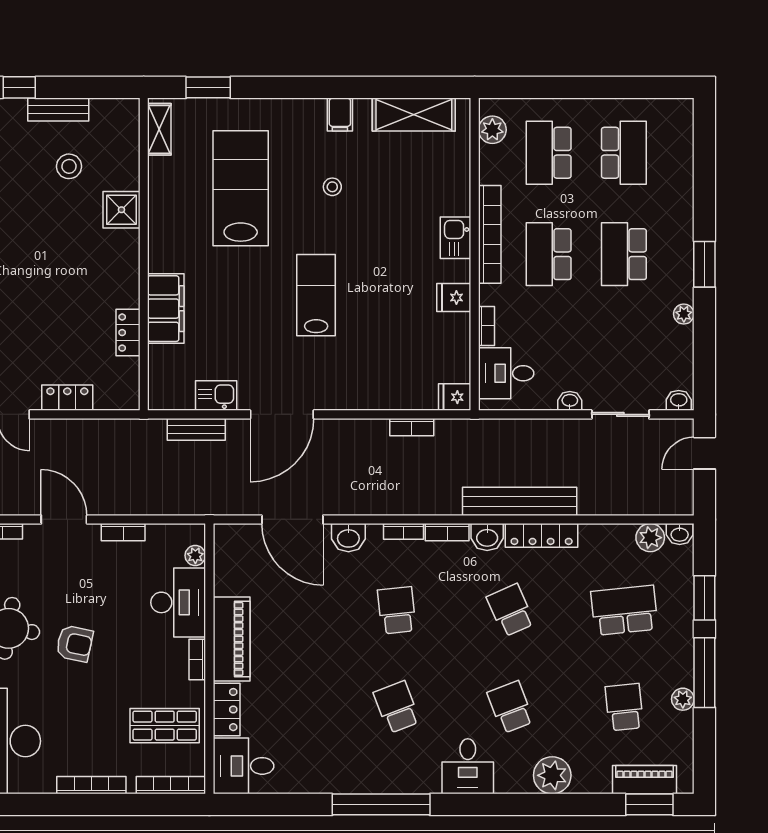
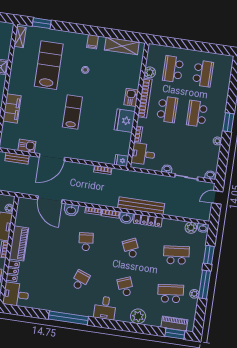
plant: (492, 130) -> (150, 72), moved
school desk: (549, 254) -> (167, 109), turned 180
fridge: (454, 298) -> (125, 121), width x1.88, depth x1.34
school desk: (397, 707) -> (80, 280), turned 42
school desk: (624, 707) -> (171, 294), width x1.85

